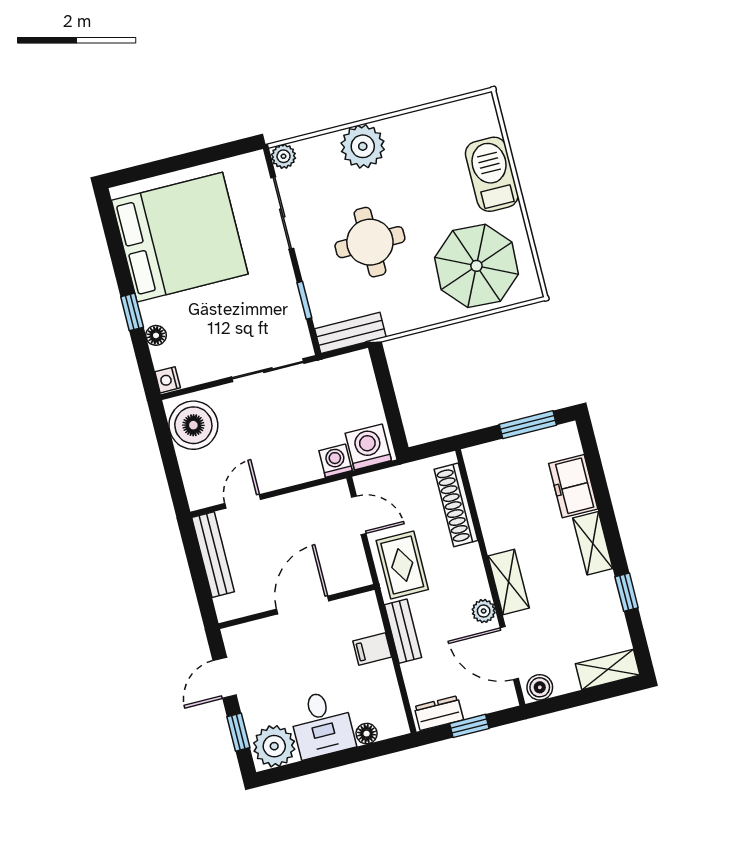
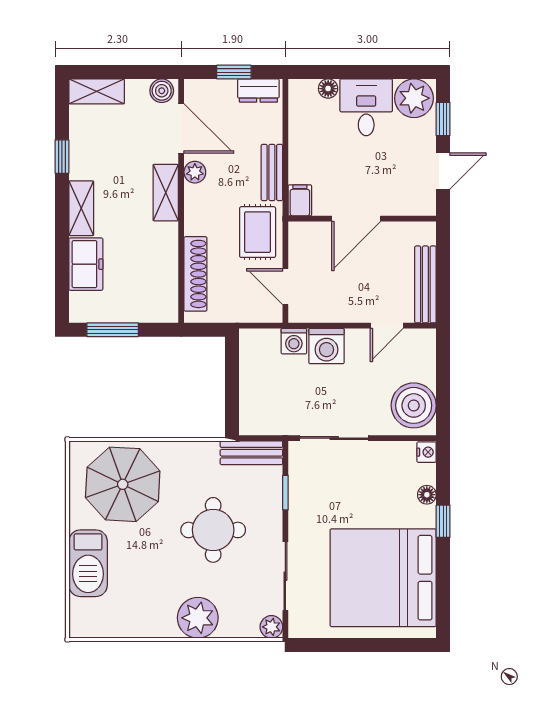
washing machine: (368, 447) -> (326, 346), moved
filing cabinet: (372, 649) -> (300, 200), moved, turned -90

